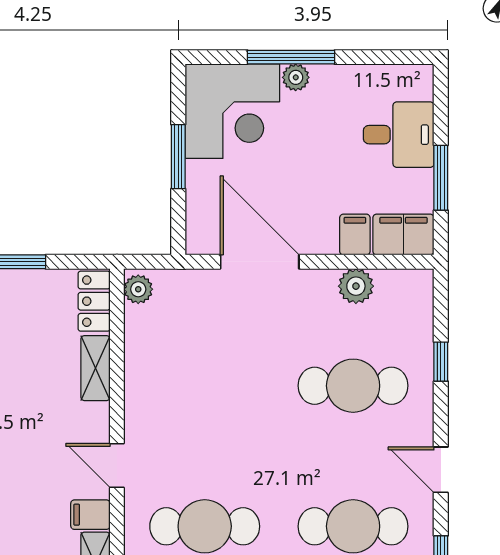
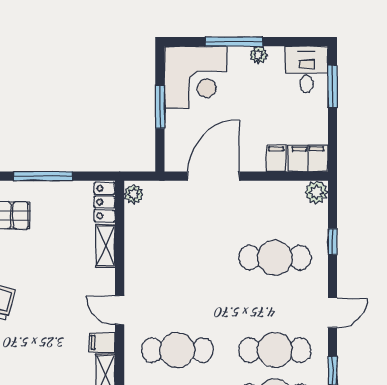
plant: (296, 77) -> (259, 55), moved
desk: (399, 135) -> (306, 69), moved, turned -90
window: (441, 178) -> (332, 86), moved
door: (260, 262) -> (213, 176), hinge flipped
plant: (356, 286) -> (316, 192), moved
door: (441, 470) -> (332, 313), swing flipped

